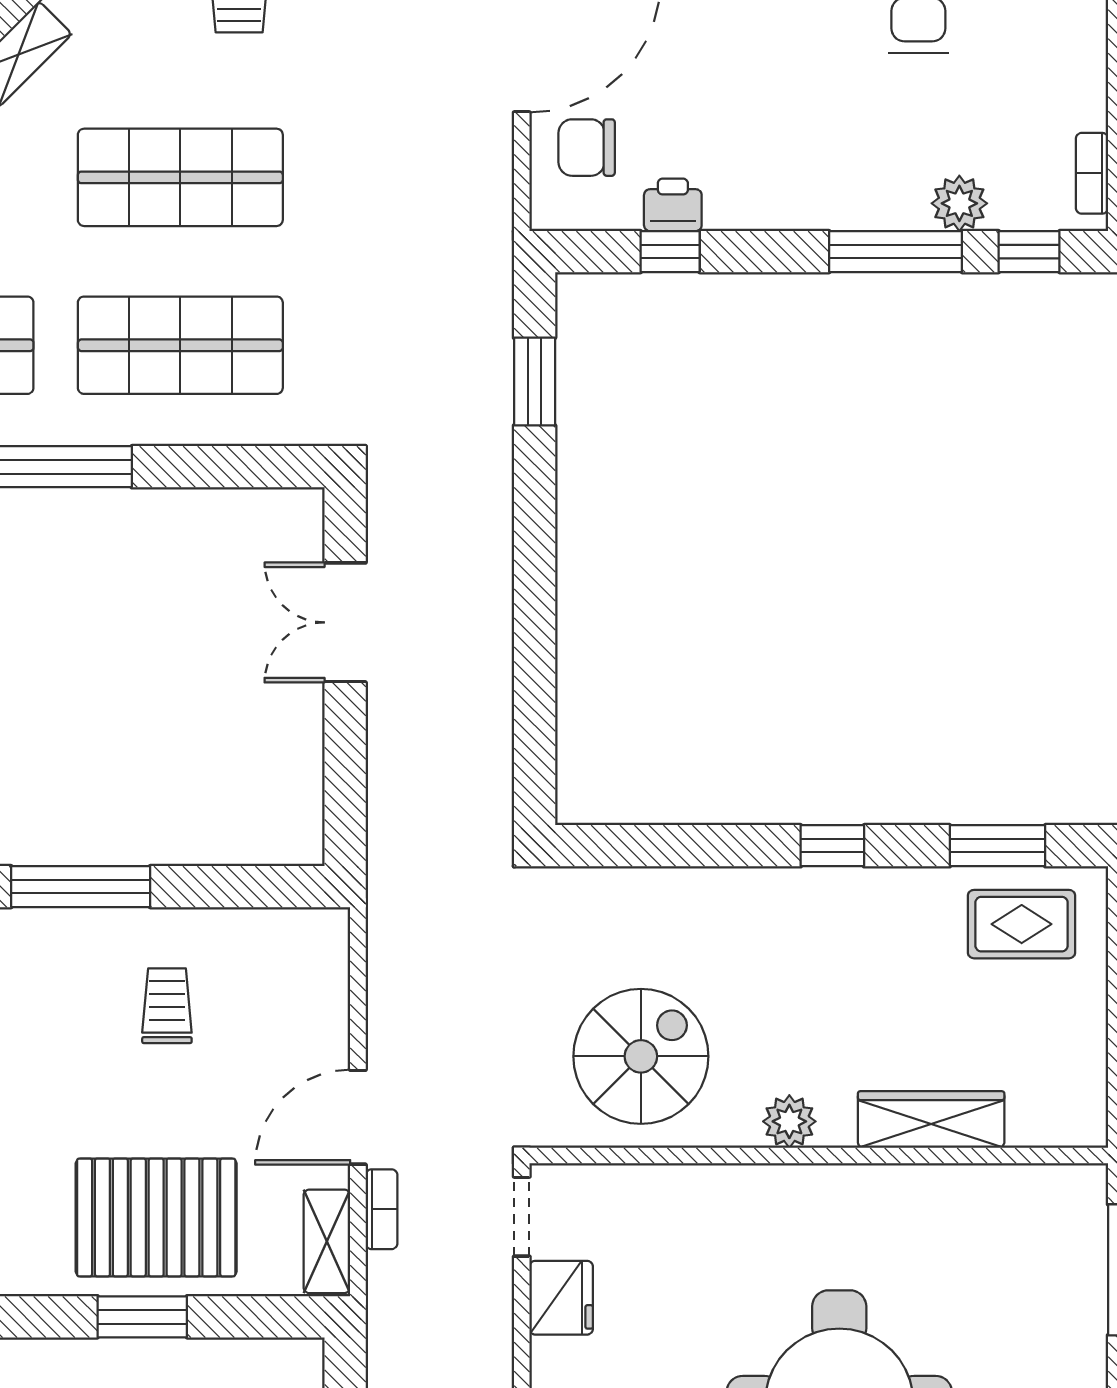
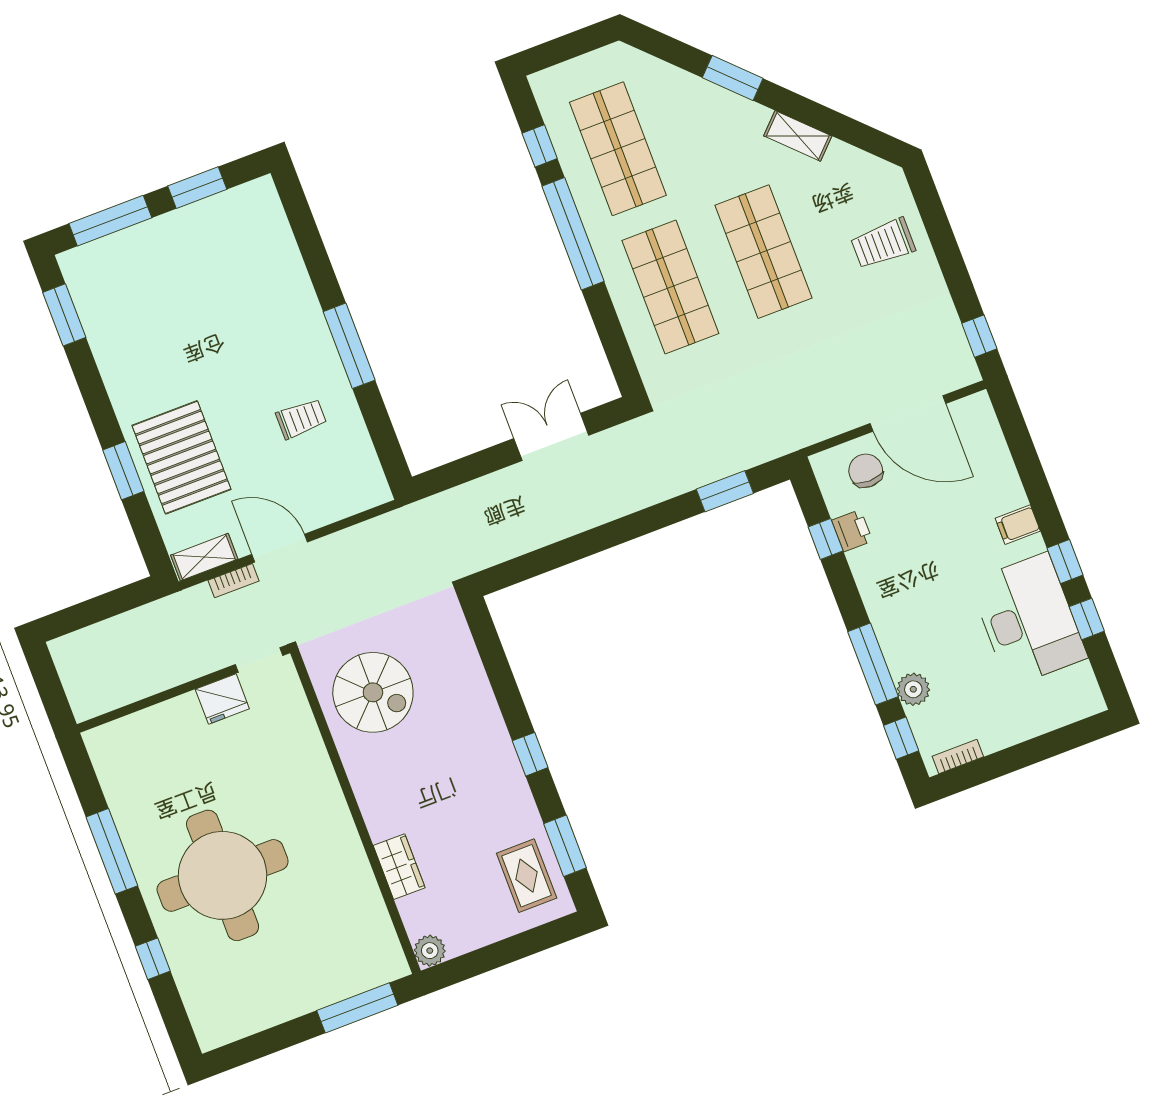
wardrobe: (931, 1119) -> (399, 867), width x0.67
plant: (789, 1121) -> (430, 951), moved

